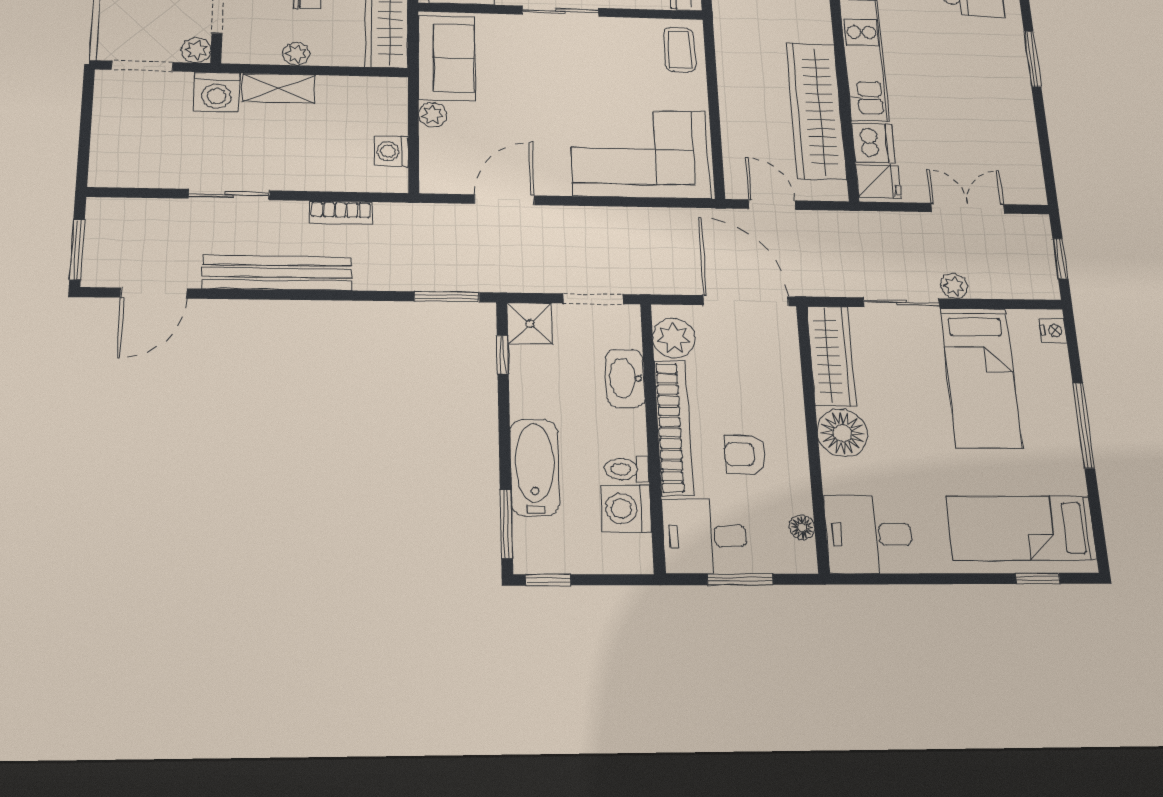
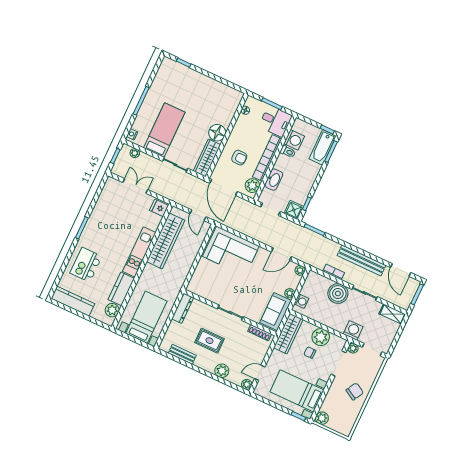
coffee table: (679, 50) -> (199, 282), removed
plant: (296, 54) -> (321, 337), width x1.88, depth x1.88
shelving: (279, 88) -> (392, 314), moved
dishwasher: (873, 143) -> (153, 222), removed
washing machine: (391, 151) -> (301, 301), moved
boiler: (302, 165) -> (338, 294), added
plant: (434, 180) -> (300, 270), added
double door: (968, 208) -> (135, 186), swing flipped
plant: (954, 286) -> (135, 153), moved
door: (154, 293) -> (401, 270), swing flipped
armchair: (745, 454) -> (239, 158), moved
bathtub: (535, 468) -> (323, 147), moved
bed: (1021, 528) -> (180, 79), removed
desk: (869, 534) -> (227, 99), removed

